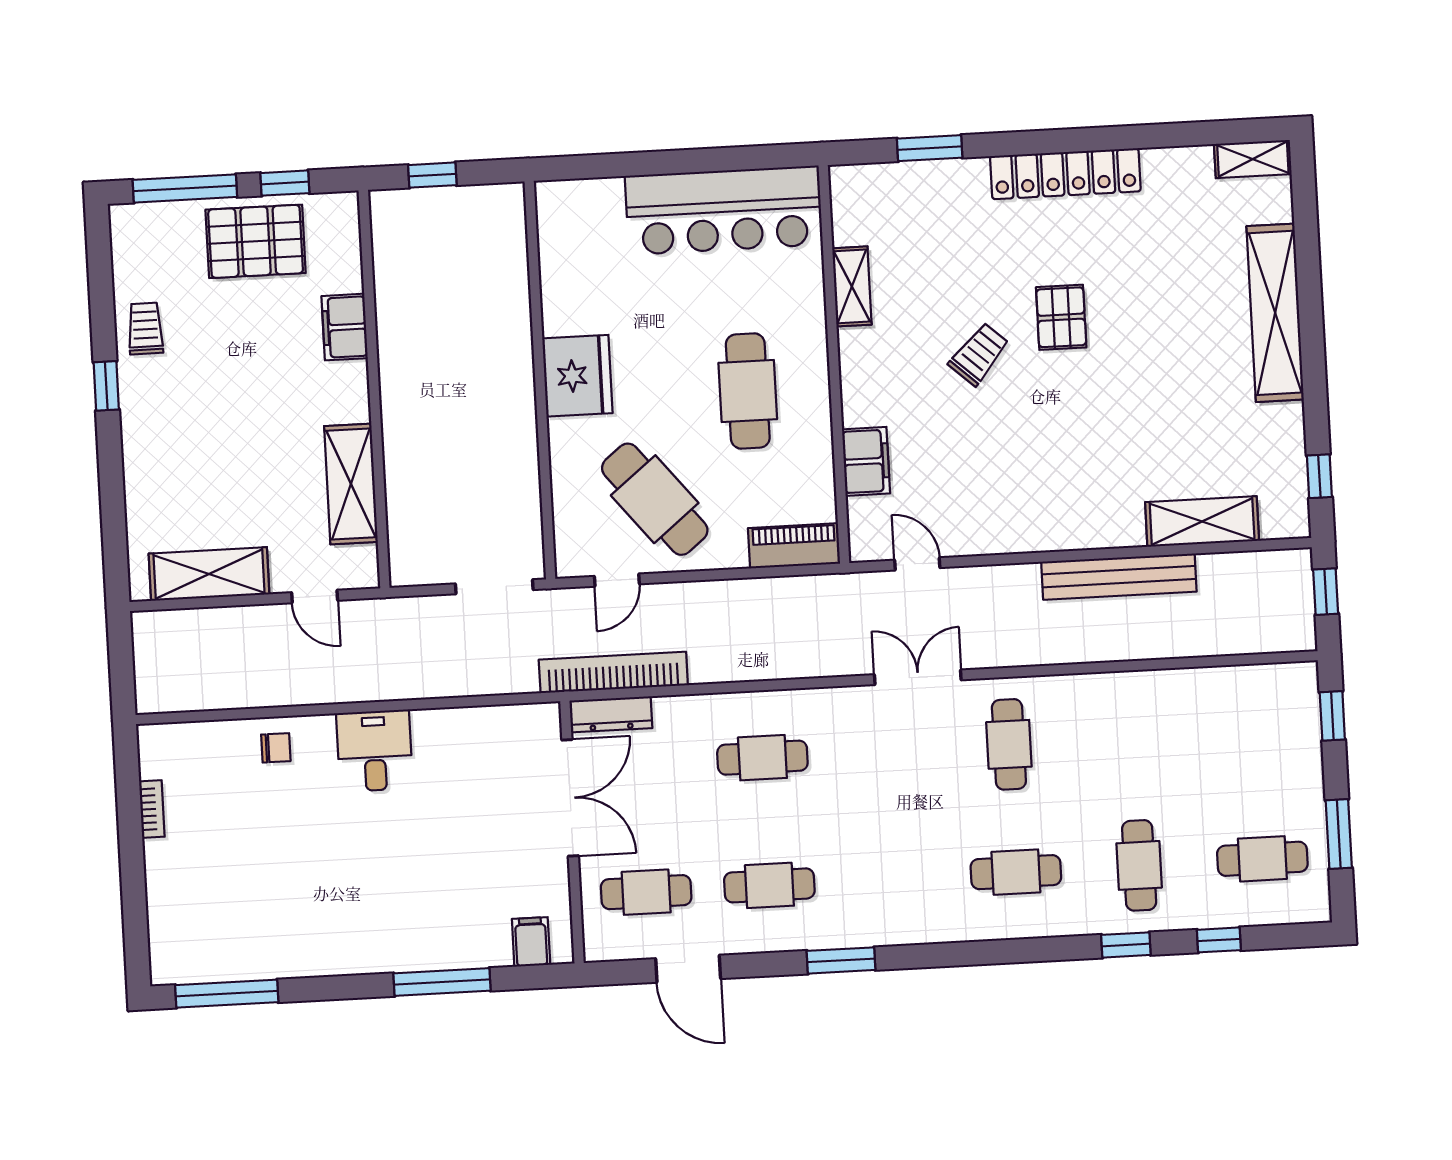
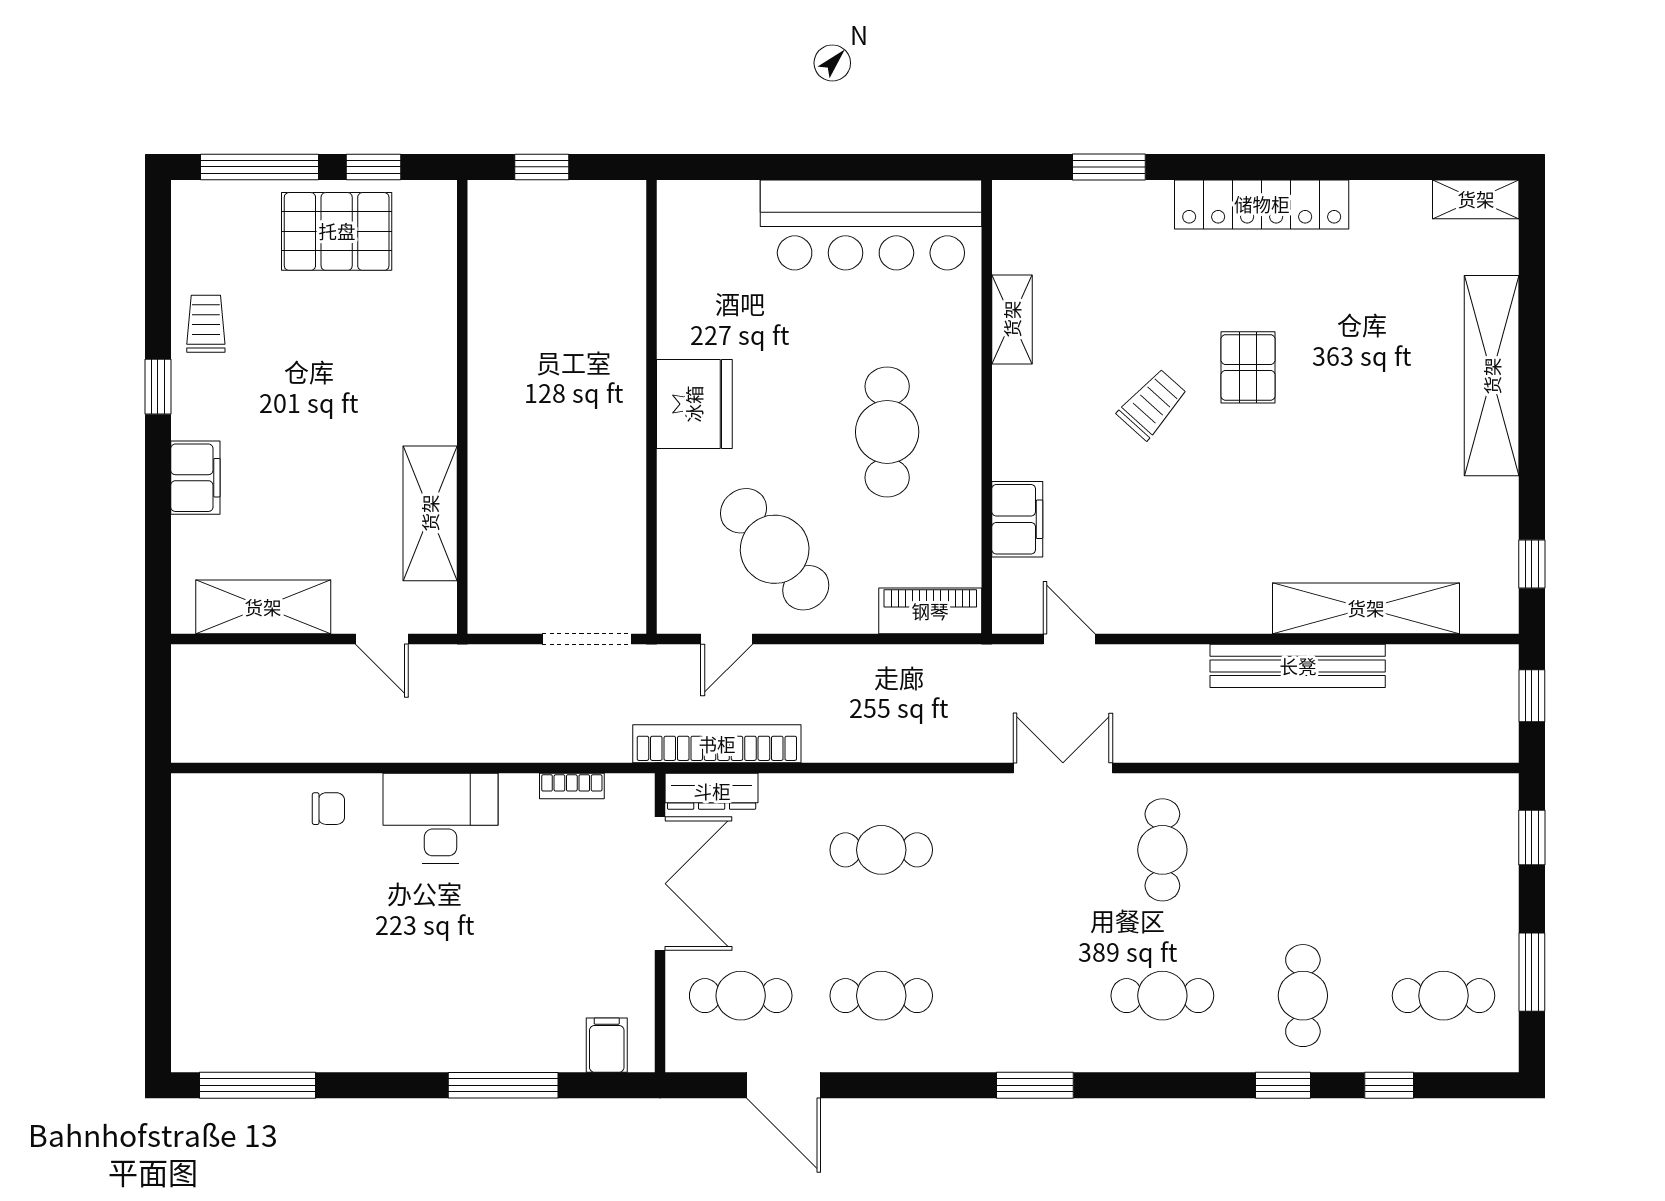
filing cabinet: (345, 327) -> (195, 478), moved, turned 180
shelving: (1202, 522) -> (1366, 608), width x1.47
desk: (375, 751) -> (441, 818), width x1.37
bookcase: (152, 809) -> (572, 786), moved, turned 90
window: (841, 960) -> (1035, 1085), moved

